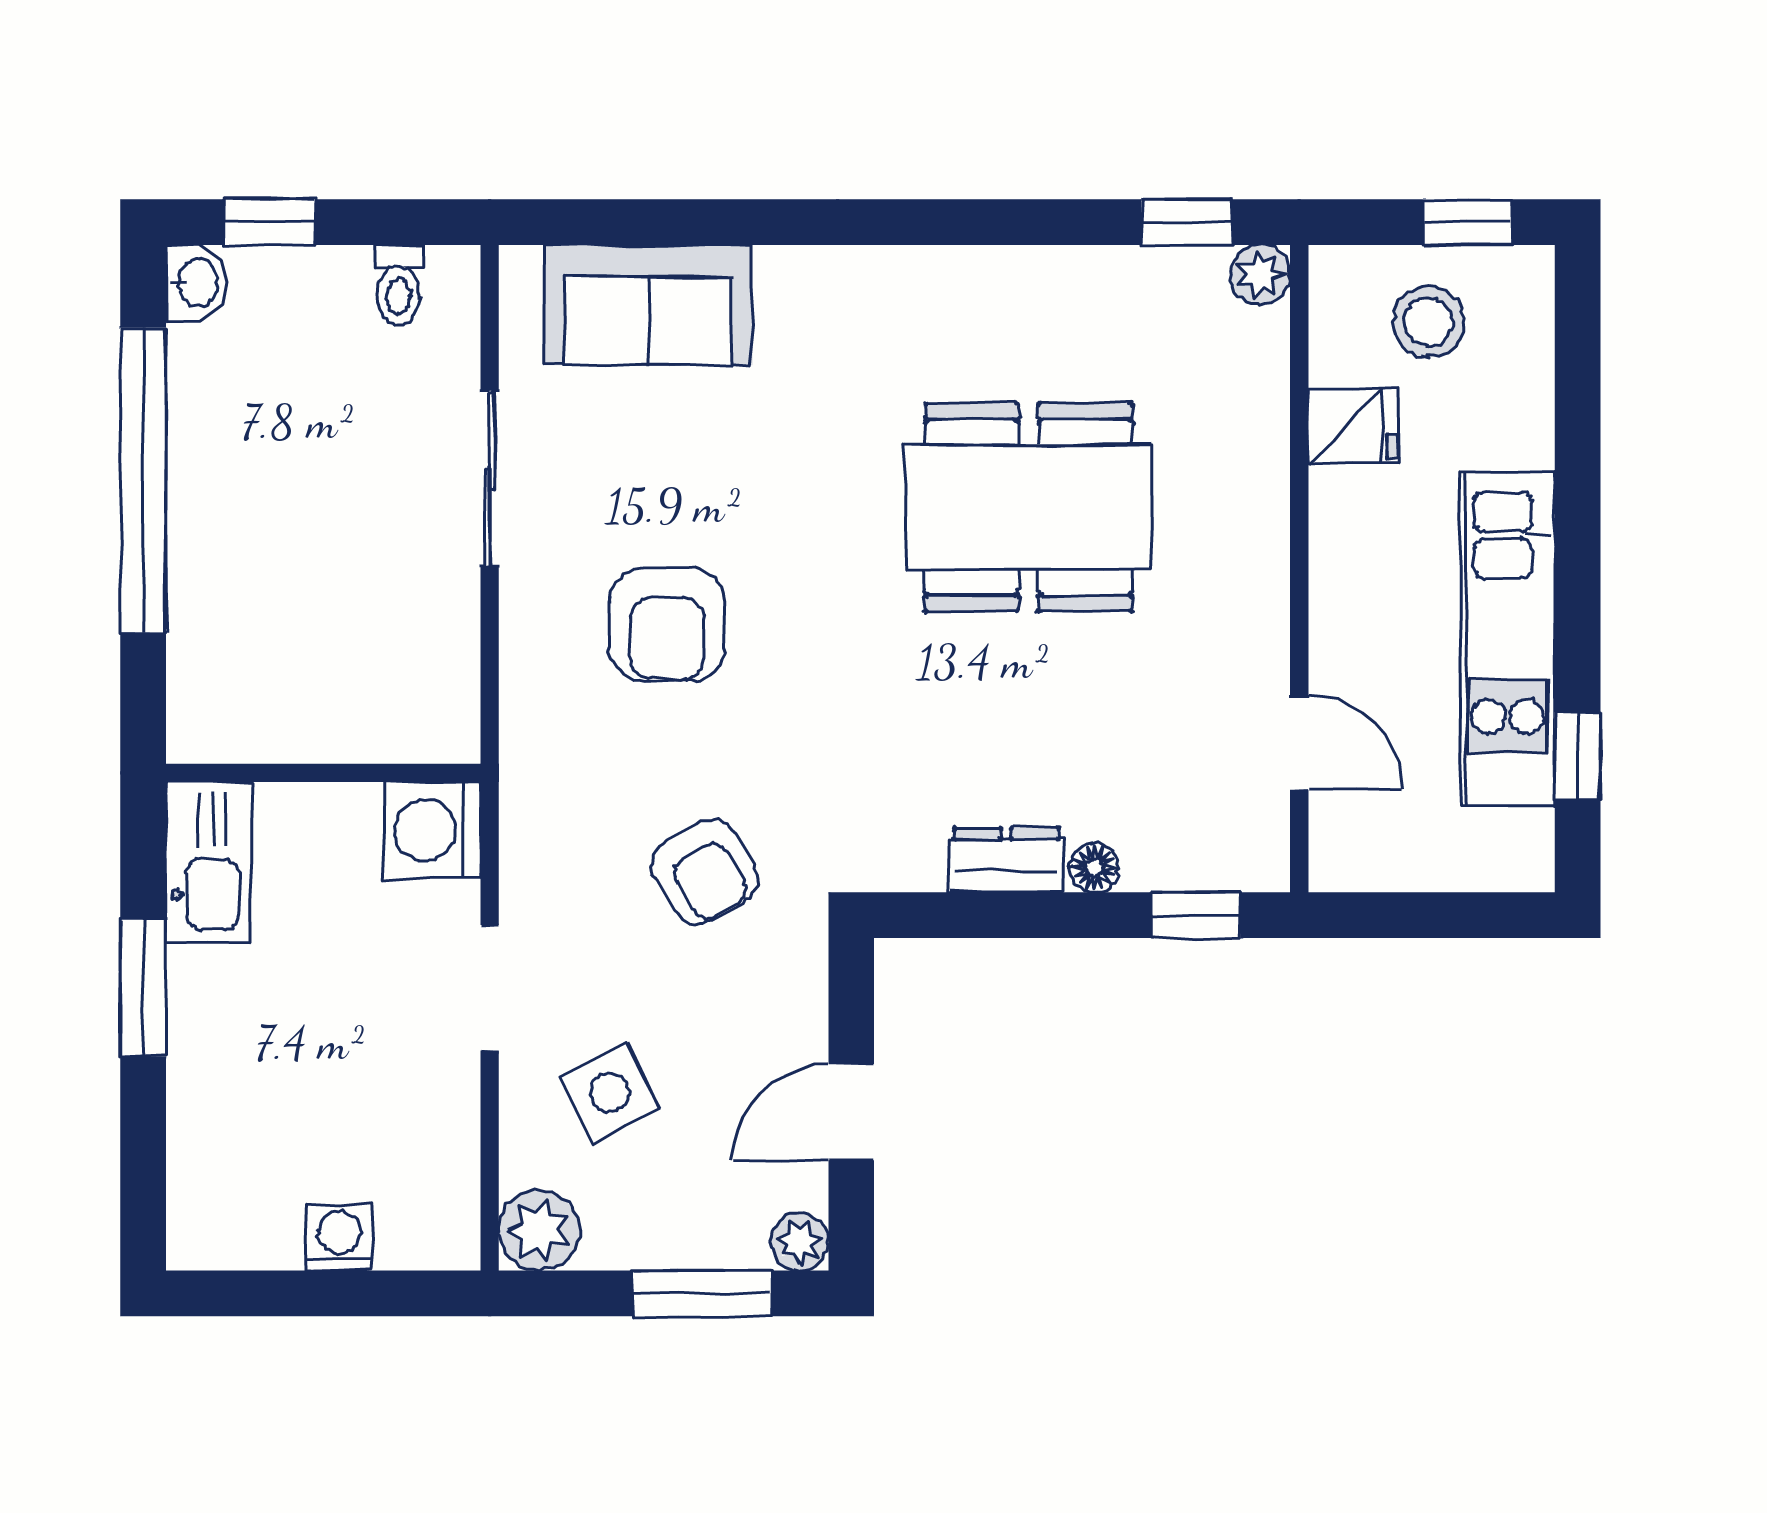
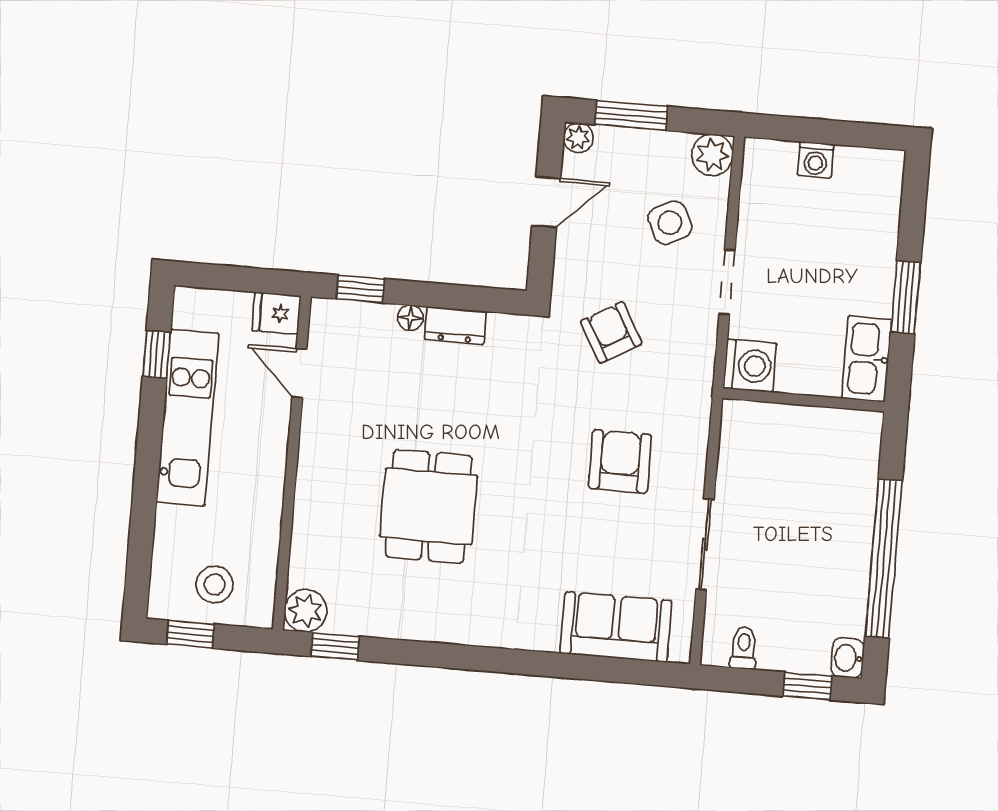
plant: (1260, 275) -> (306, 611), width x1.38, depth x1.38
fridge: (1353, 426) -> (277, 313), moved
dining table: (1028, 507) -> (429, 506), width x0.73

